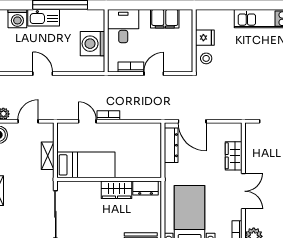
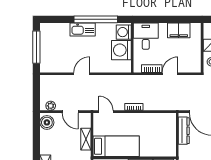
washing machine: (17, 19) -> (124, 32), moved, turned 90
door: (43, 74) -> (82, 74), hinge flipped
door: (28, 121) -> (70, 112), swing flipped
door: (87, 121) -> (106, 112), moved

